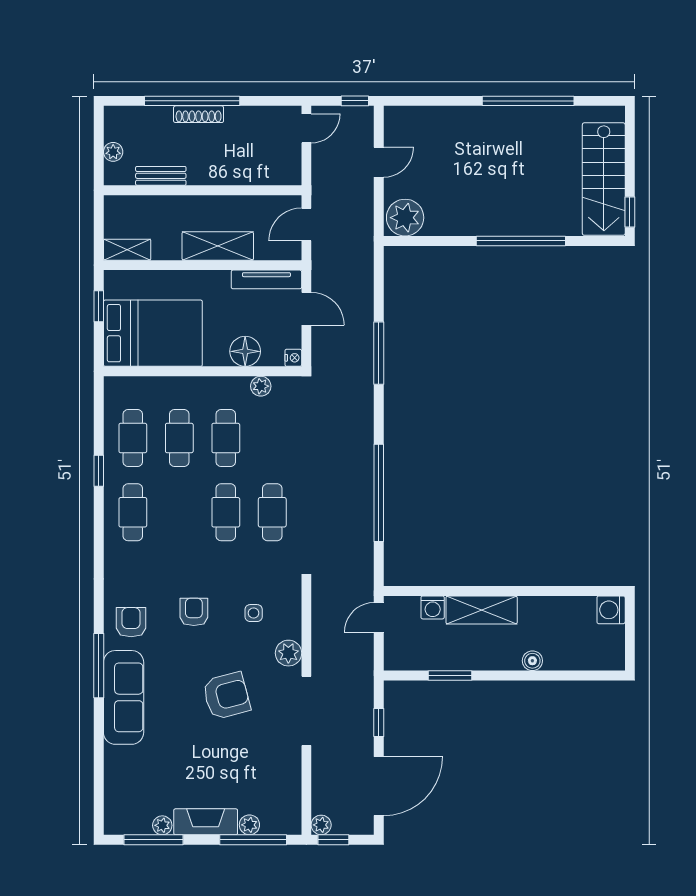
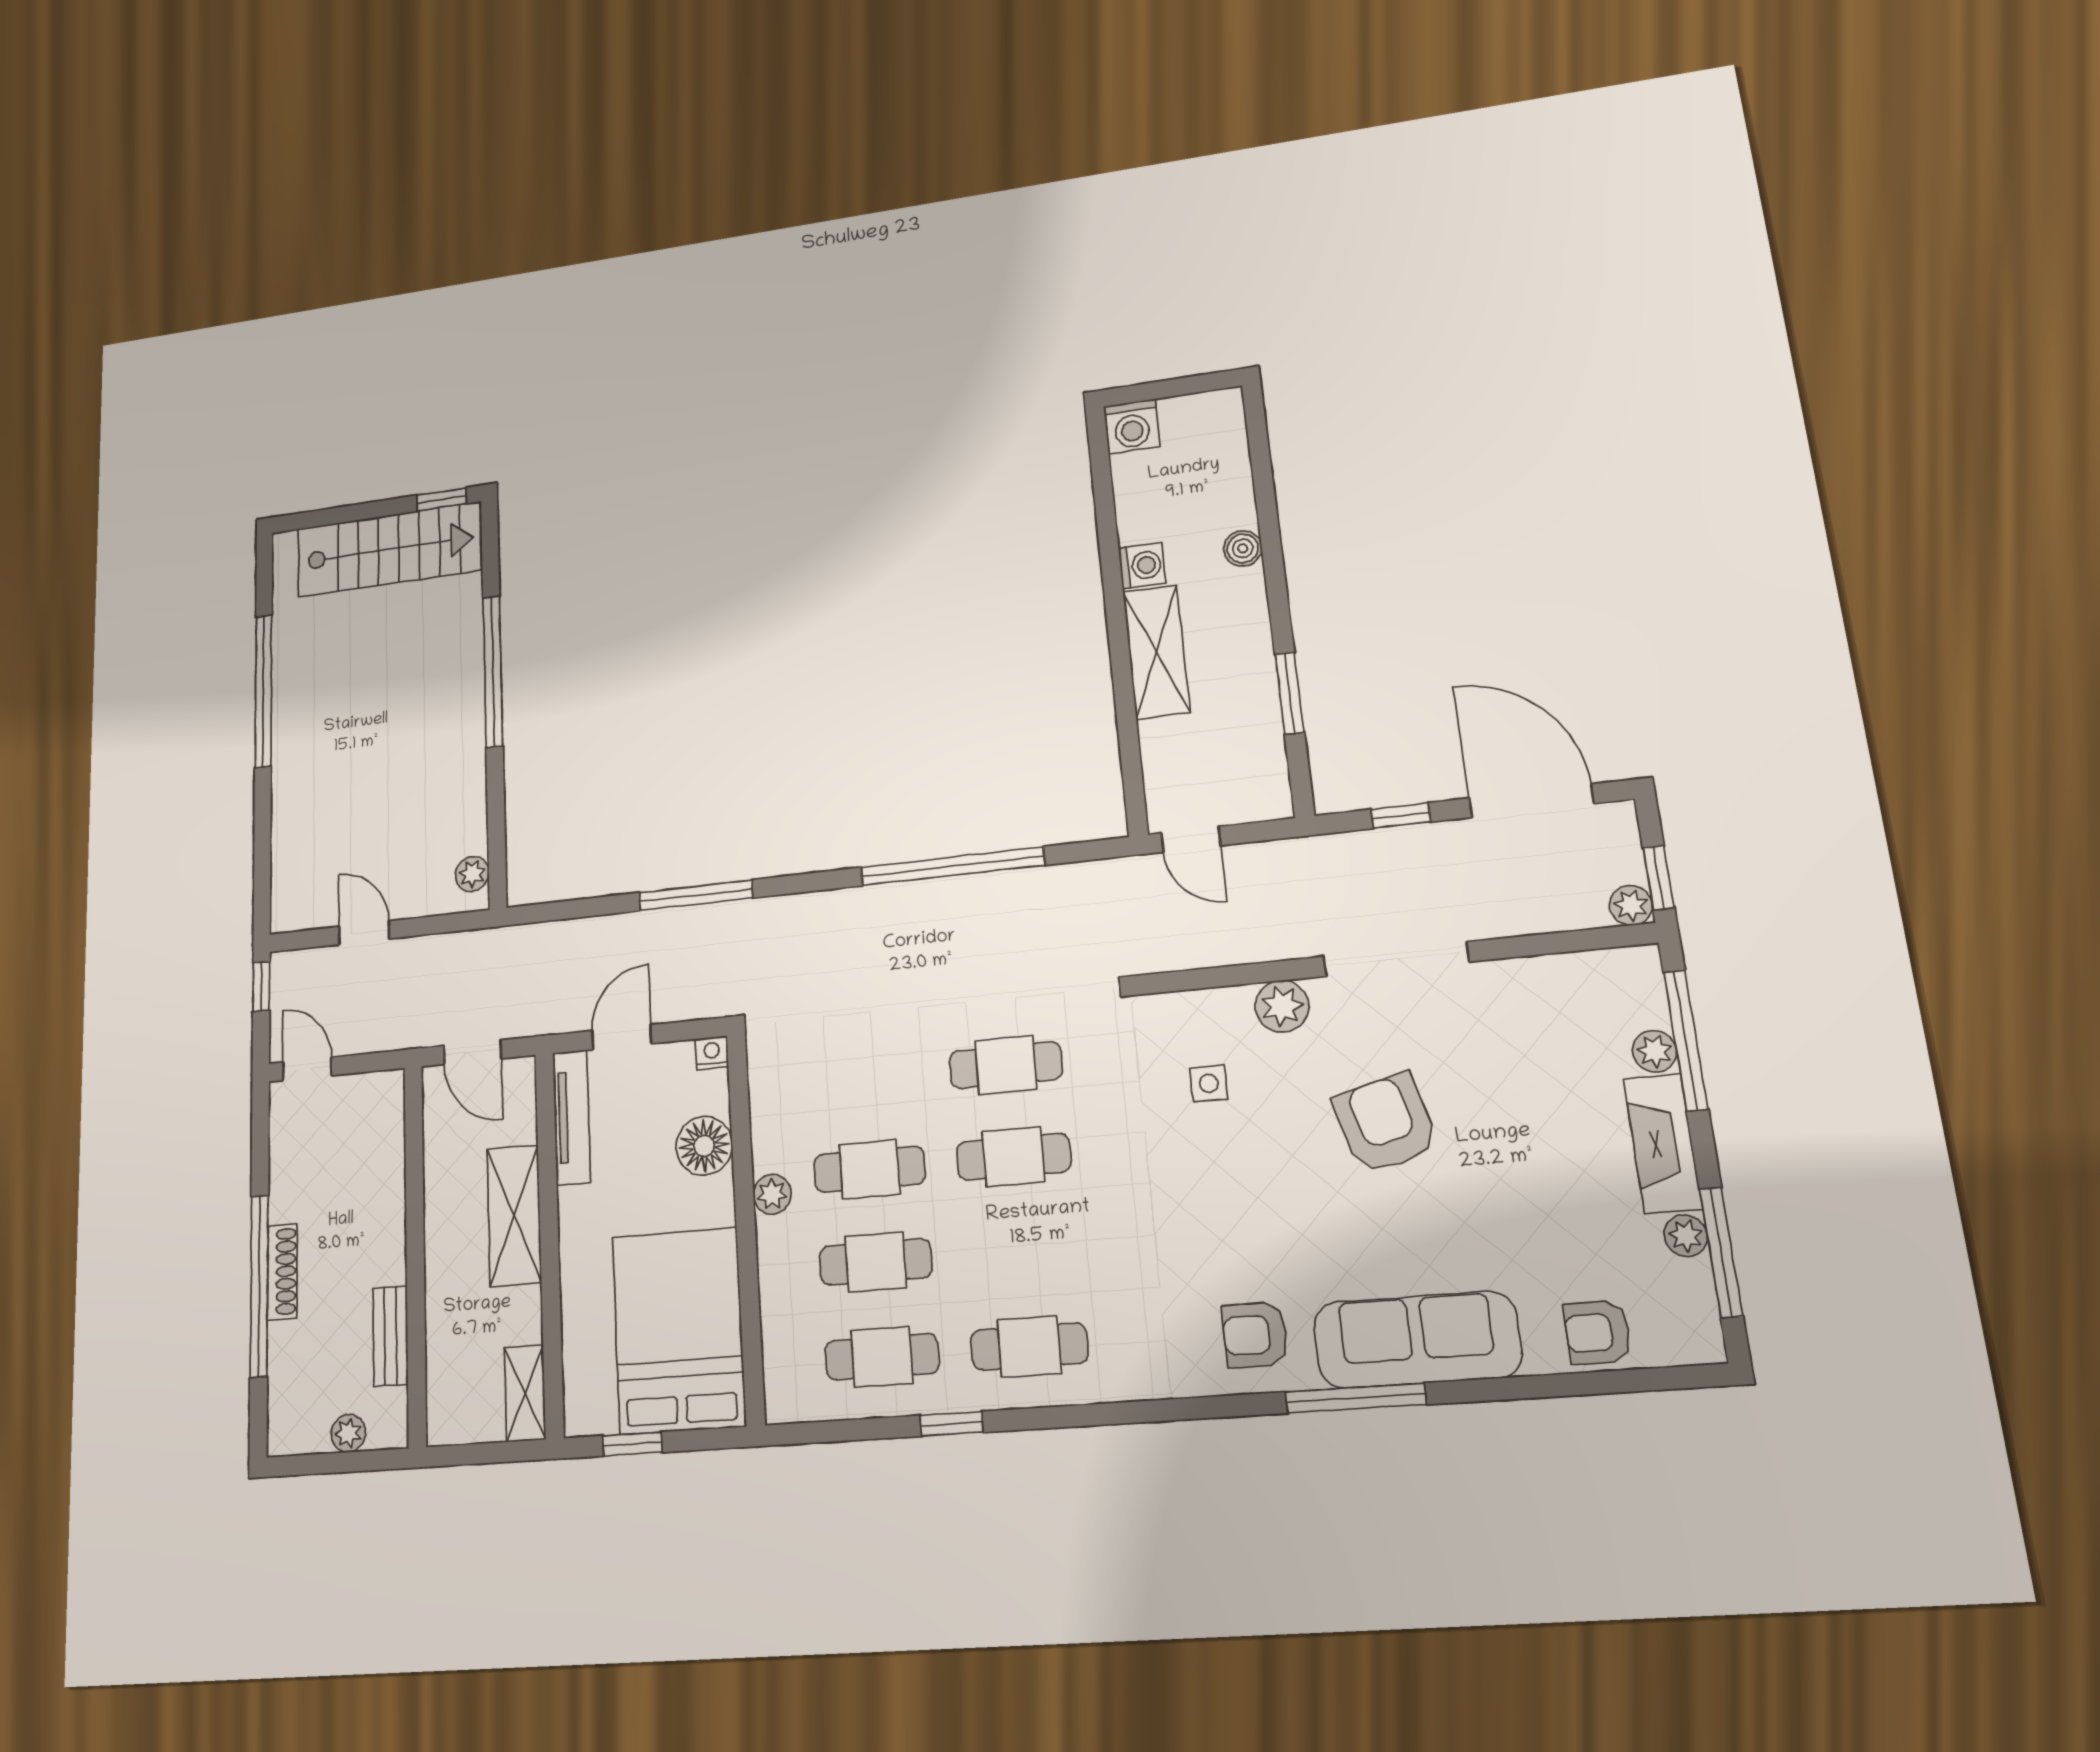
plant: (405, 218) -> (472, 874), width x0.53, depth x0.53
plant: (261, 386) -> (772, 1194), moved
washing machine: (433, 607) -> (1142, 566), moved
armchair: (194, 612) -> (1598, 1332), moved

